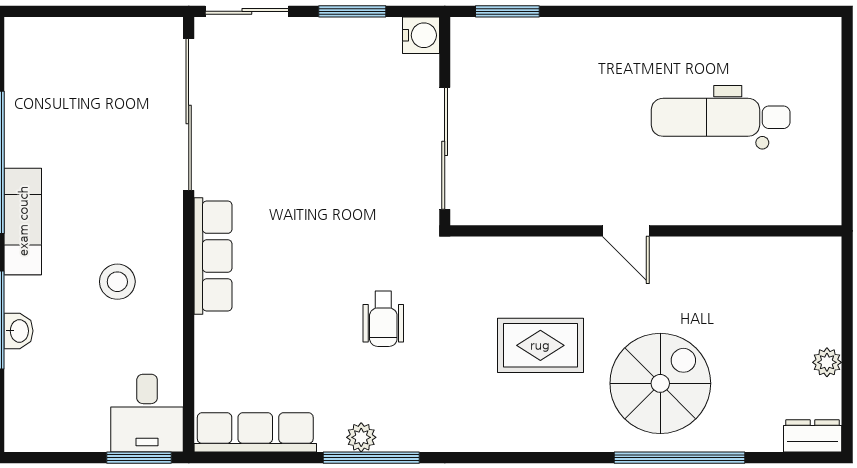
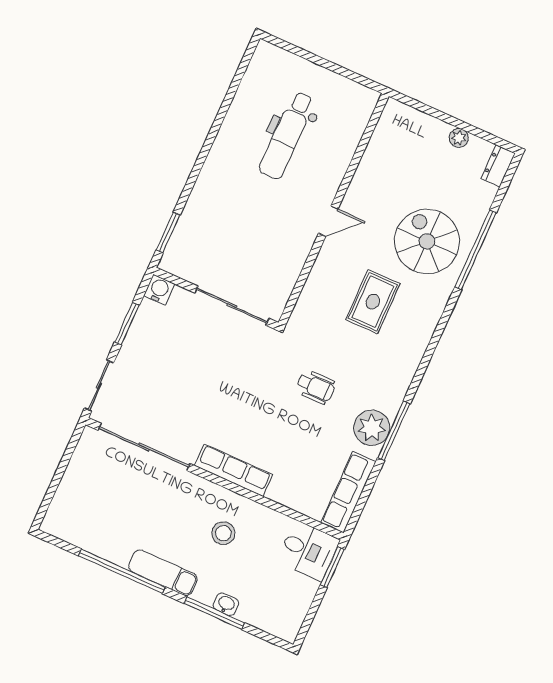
plant: (361, 437) -> (372, 428), width x1.87, depth x1.87

